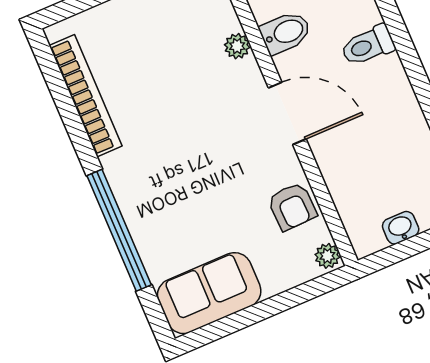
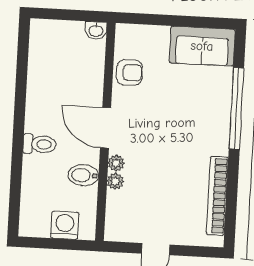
armchair: (292, 206) -> (129, 73), turned 92
washbasin: (401, 228) -> (96, 30), moved
plant: (327, 256) -> (116, 163), moved

